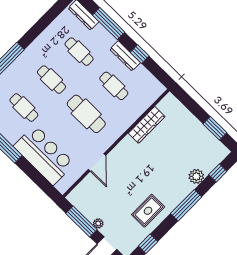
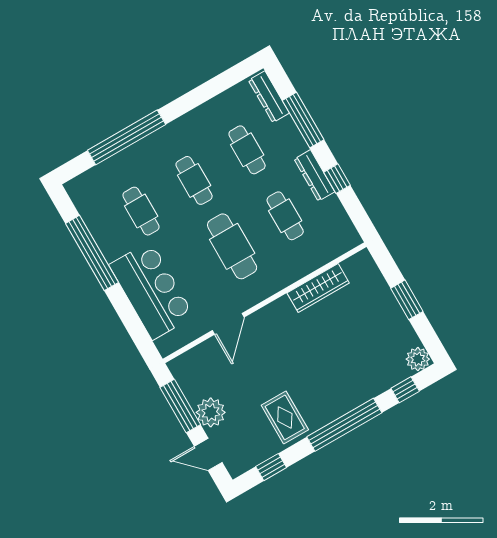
window: (215, 128) -> (407, 300), moved
plant: (196, 176) -> (418, 359), moved
window: (186, 205) -> (344, 425), width x1.46
rug: (148, 211) -> (285, 417), turned 90
plant: (98, 223) -> (211, 412), width x1.88, depth x1.88

